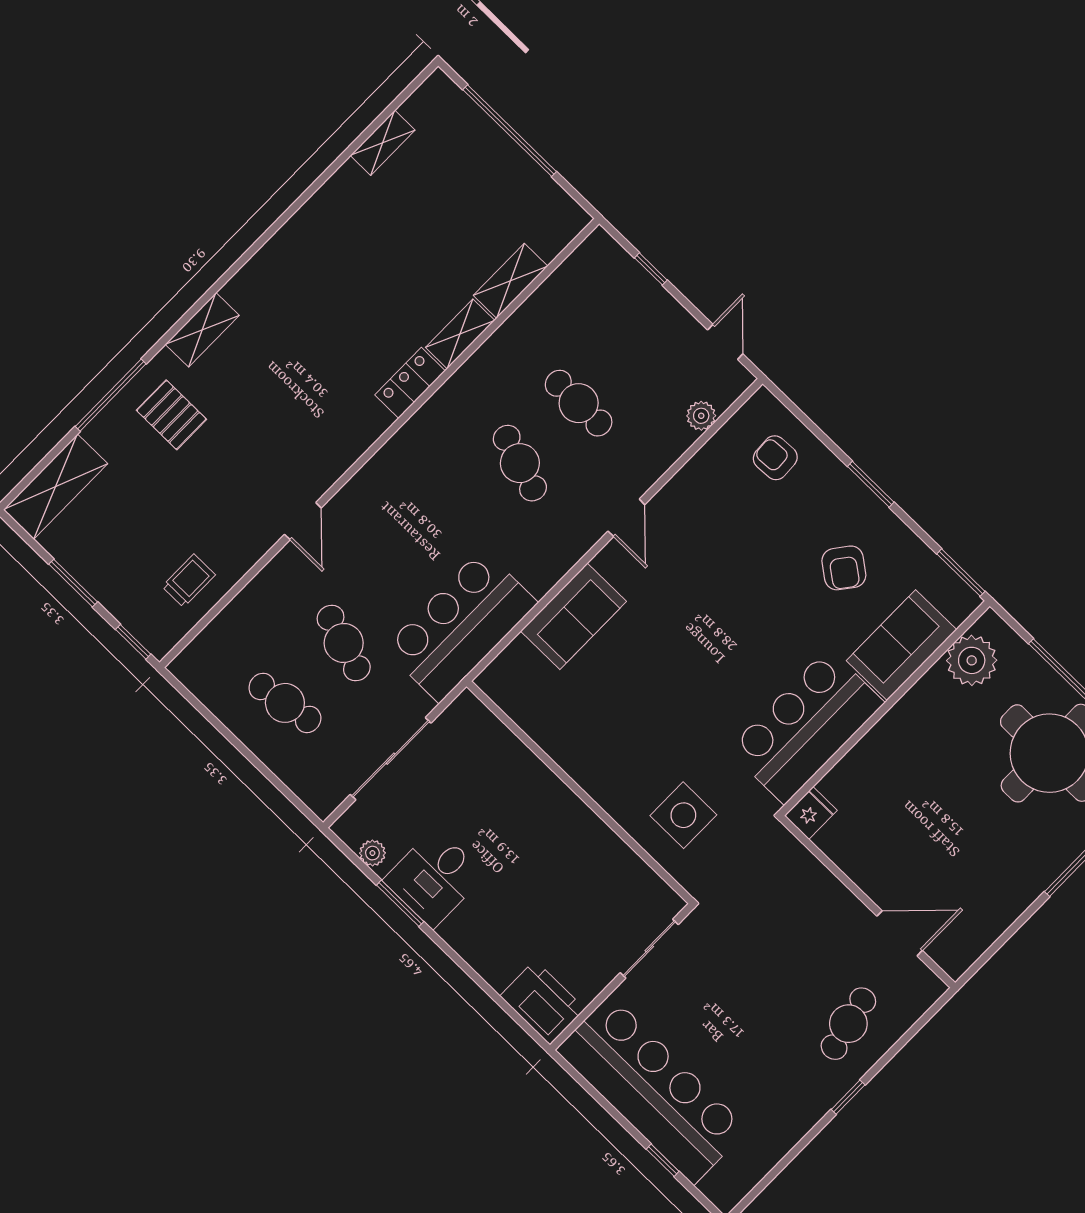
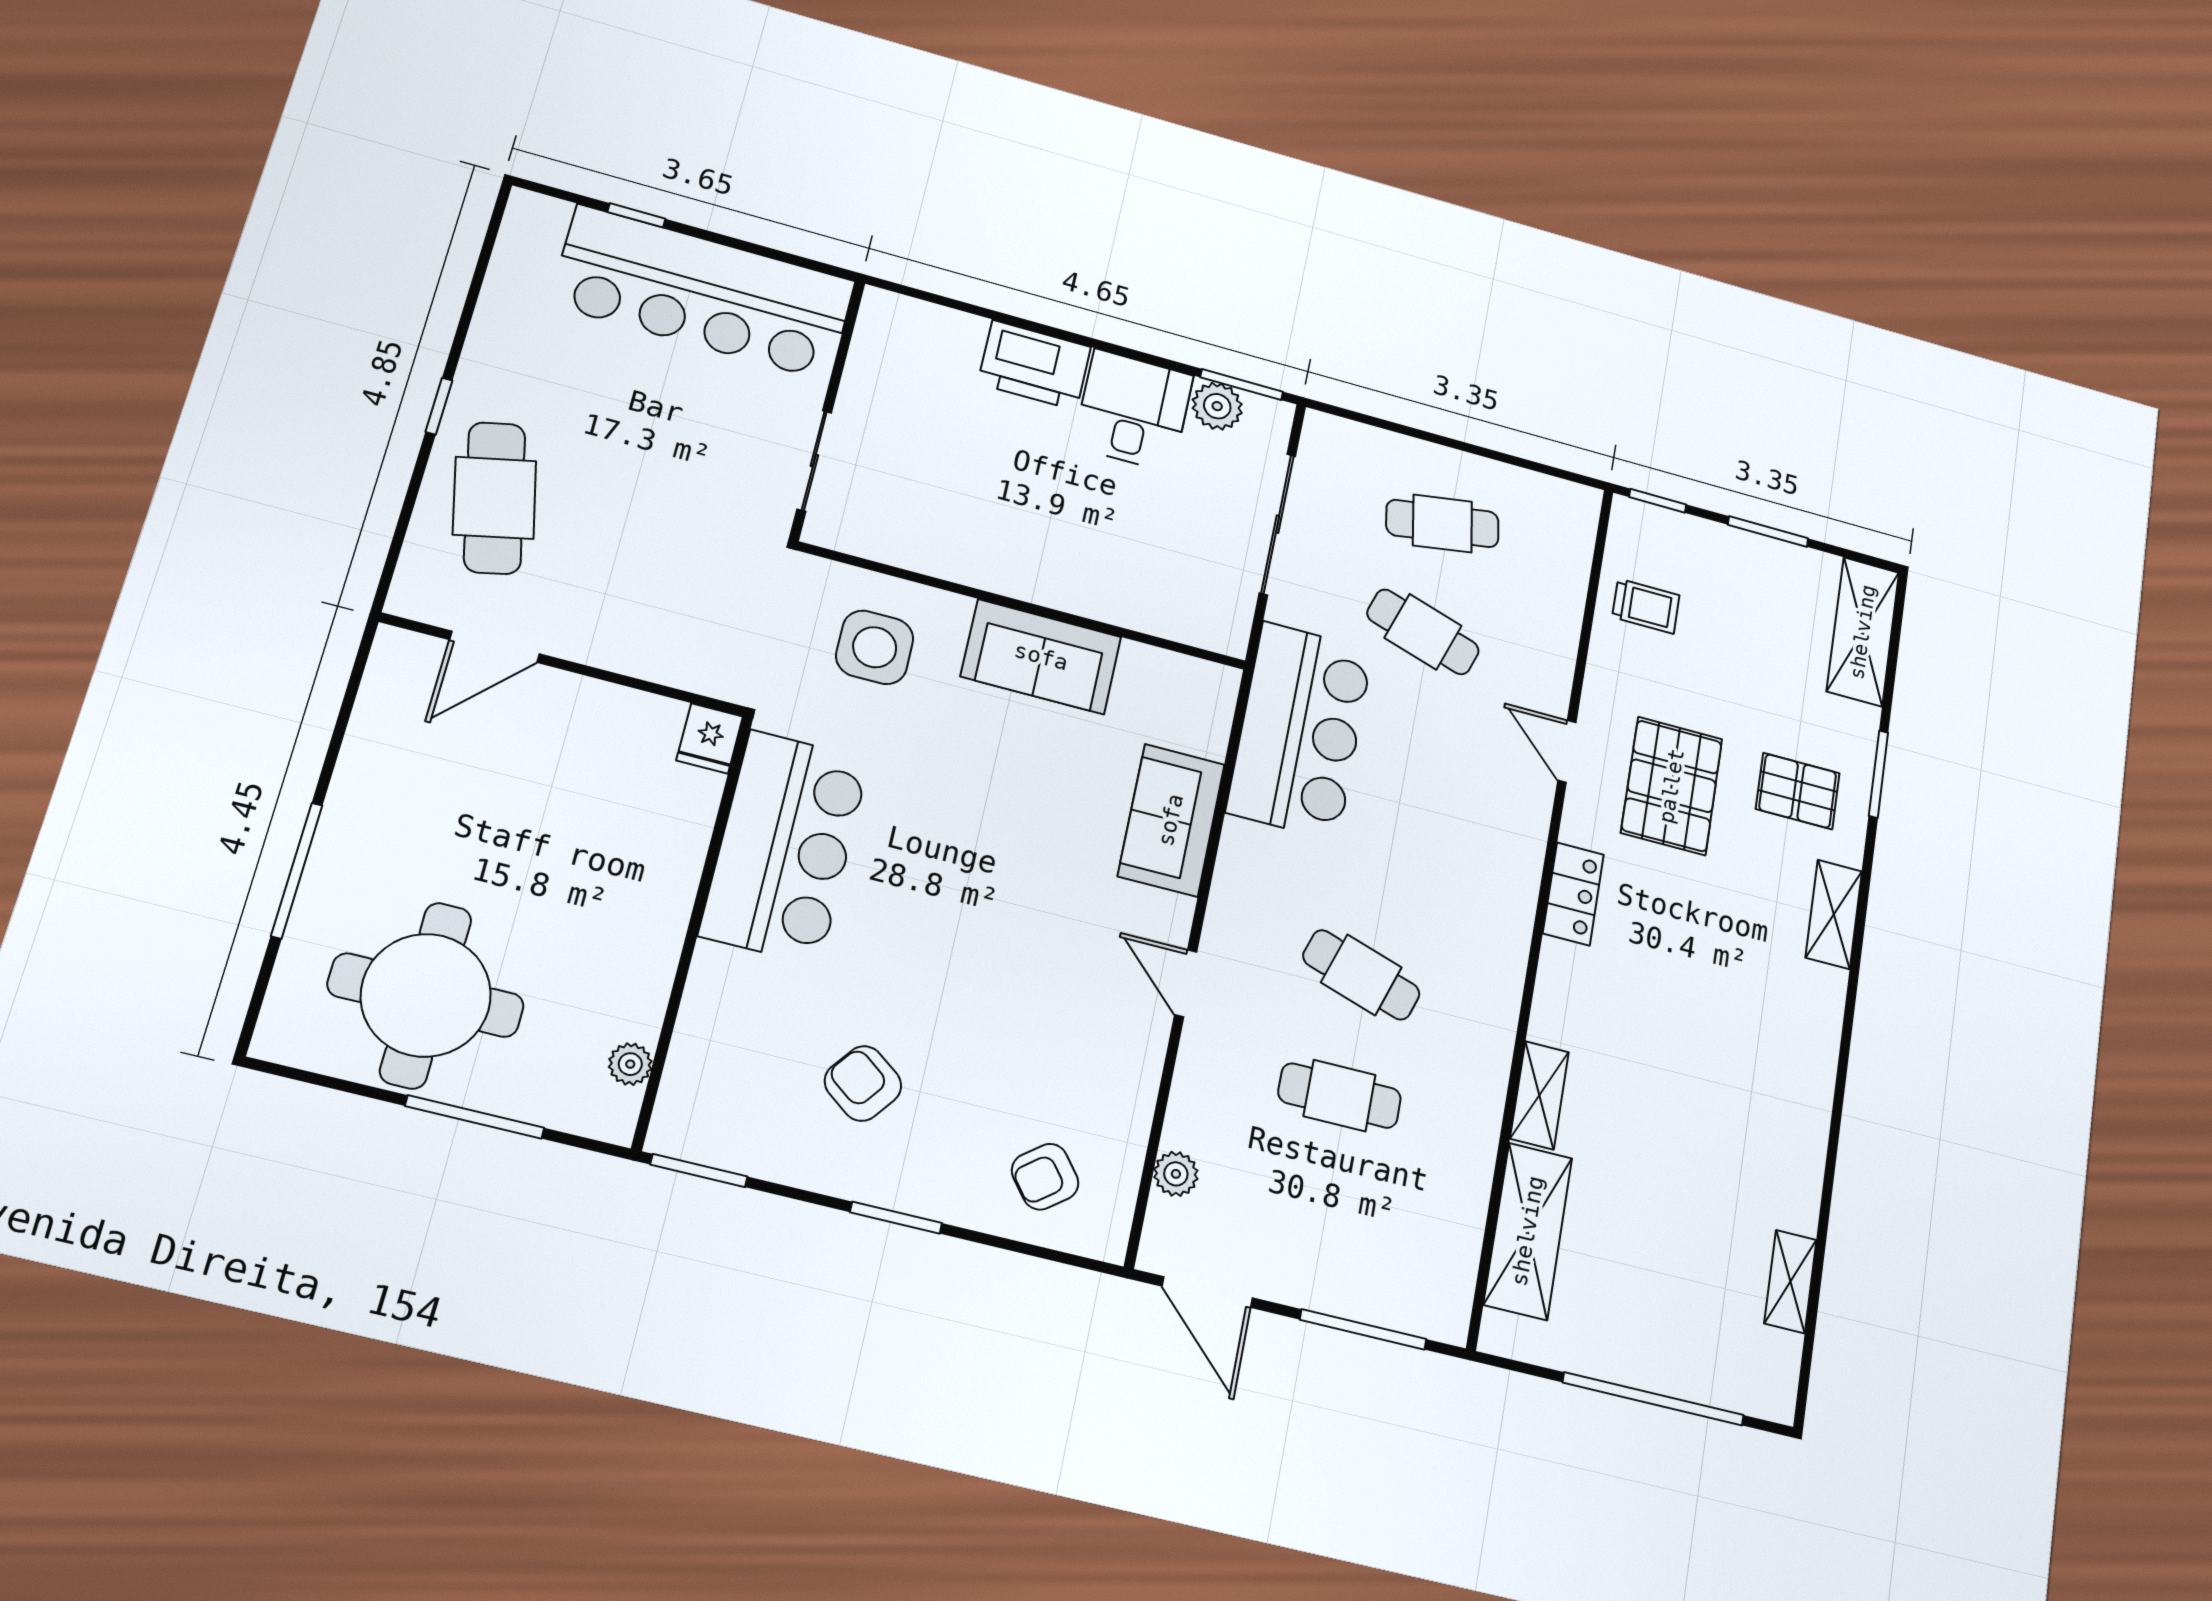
window: (651, 269) -> (1363, 1329), width x2.17
shelving: (510, 281) -> (1528, 1231), width x1.50, depth x1.33
door: (725, 342) -> (1207, 1292), width x1.38
locker: (410, 383) -> (1573, 894), moved
window: (111, 395) -> (1879, 774), width x0.69
armchair: (775, 458) -> (1045, 1177), turned 145
pallet: (251, 463) -> (1672, 786), added
trolley: (189, 581) -> (1646, 606), turned -90
sofa: (901, 645) -> (1041, 657), moved, turned 90
plant: (972, 660) -> (630, 1064), width x0.53, depth x0.53
plant: (372, 853) -> (1217, 406), width x1.38, depth x1.38
window: (400, 903) -> (1242, 384), moved
printer: (542, 1002) -> (1034, 365), moved
cafe table: (848, 1024) -> (495, 498), width x1.37, depth x1.35

